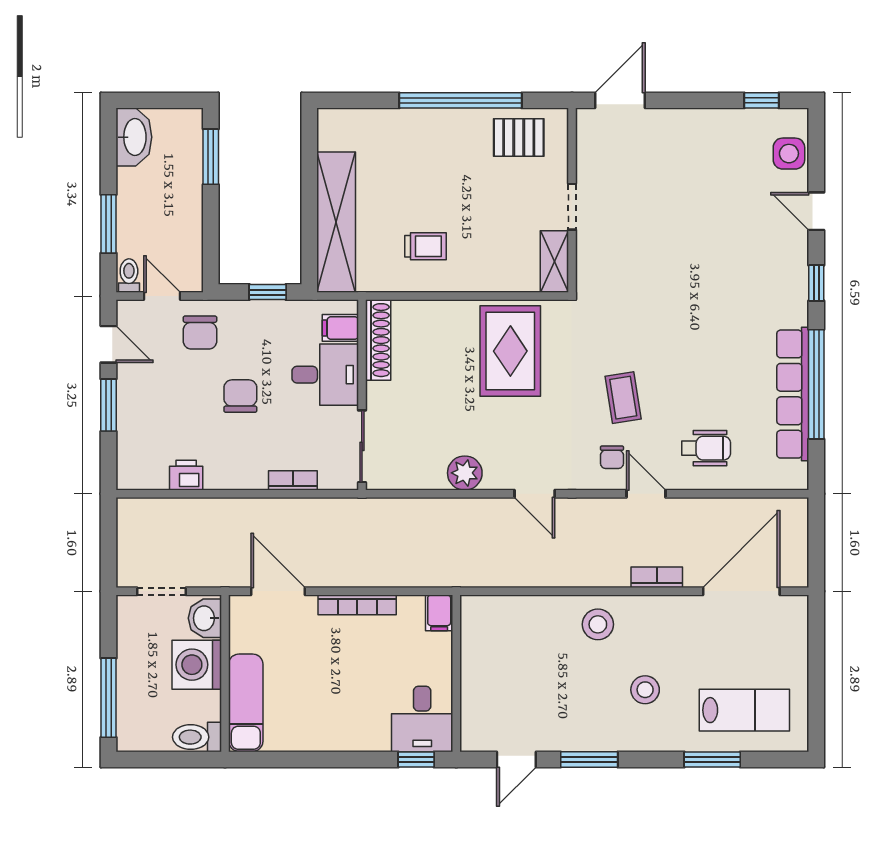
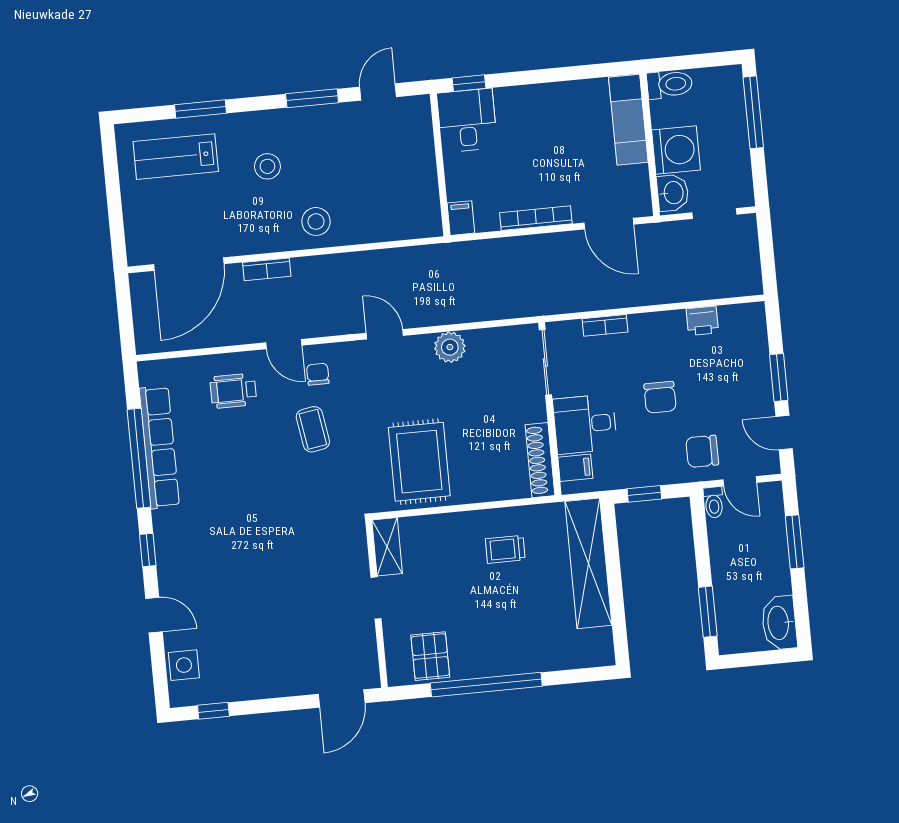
pallet: (519, 137) -> (430, 656), turned 90
toilet: (129, 276) -> (714, 502), moved
chair: (200, 333) -> (702, 451), turned -90

